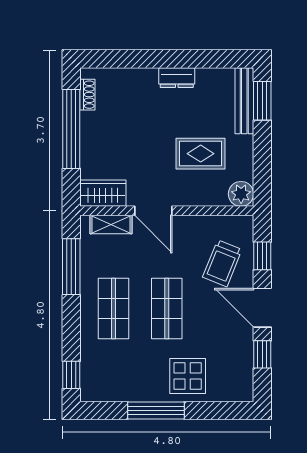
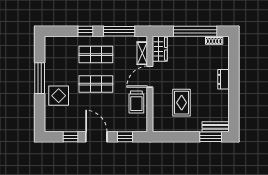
dresser: (177, 78) -> (223, 79), moved
bench: (244, 101) -> (216, 127), width x0.73
plant: (241, 194) -> (159, 125), removed
trolley: (222, 263) -> (136, 102), moved, turned -112
door: (262, 308) -> (96, 137), hinge flipped
window: (71, 375) -> (85, 31), moved

